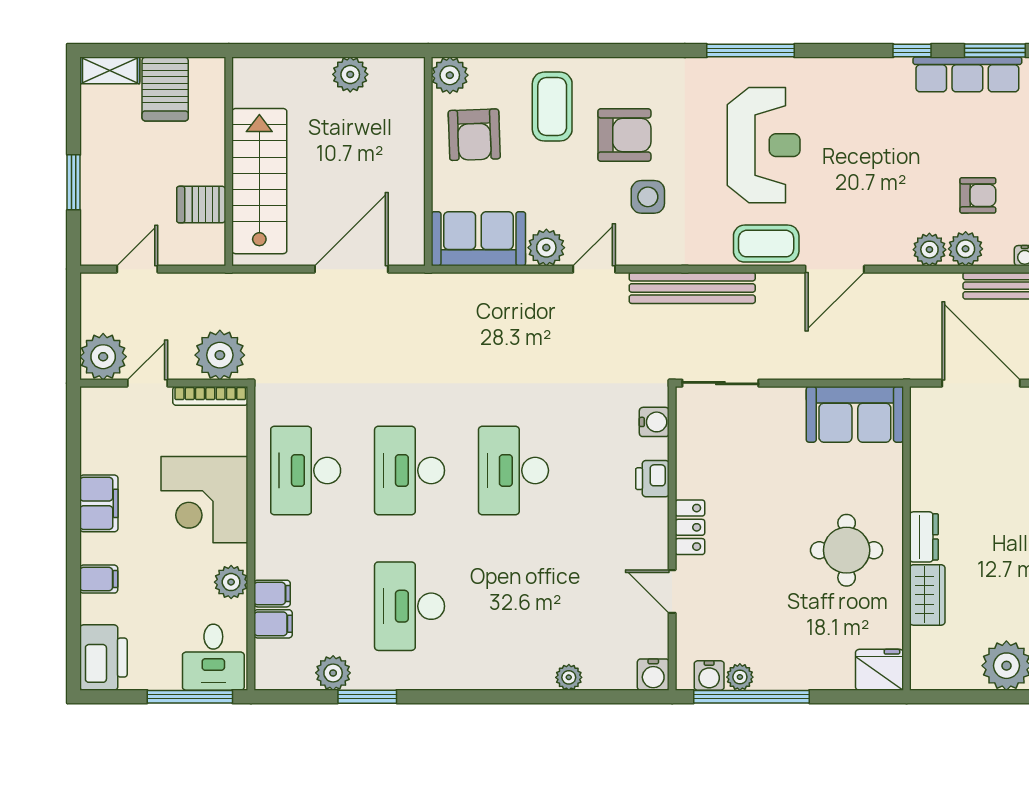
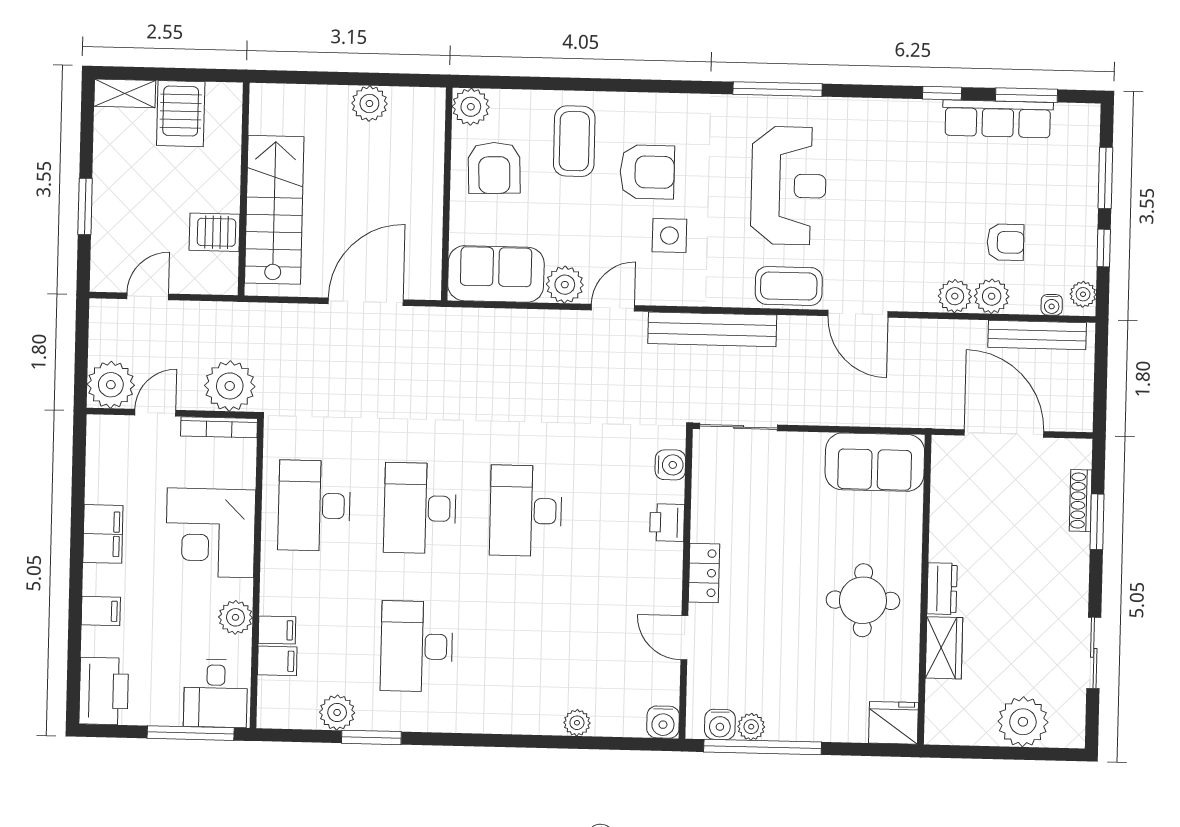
door: (835, 269) -> (858, 314), hinge flipped

